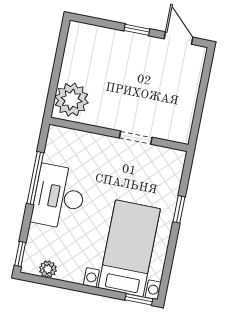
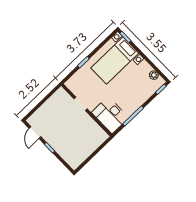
plant: (72, 100) -> (96, 138), removed
desk: (59, 197) -> (110, 115), moved, turned 90

